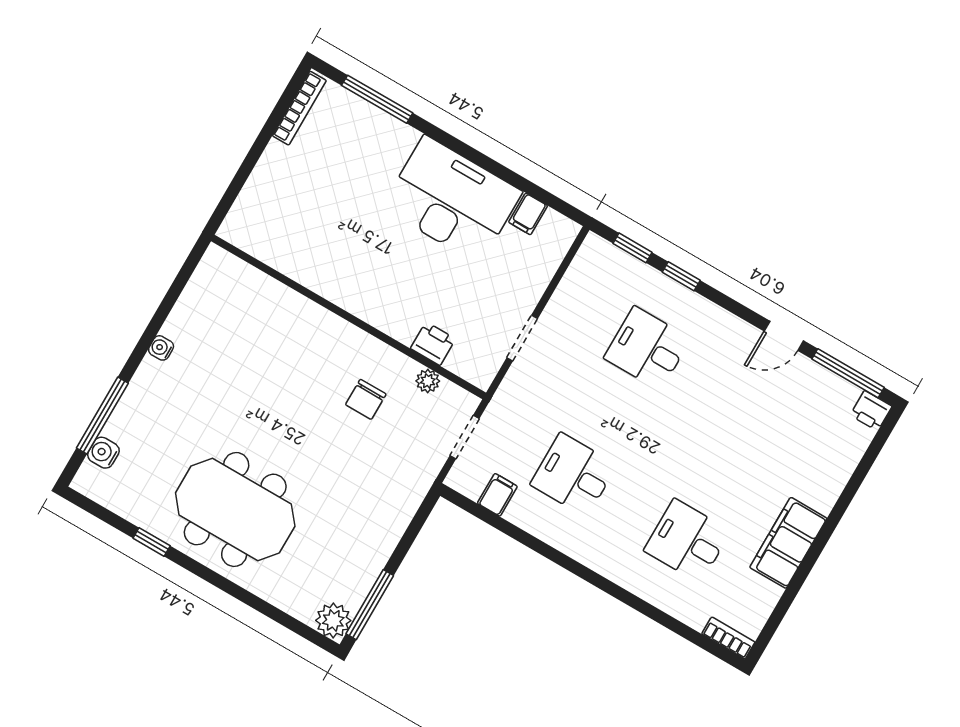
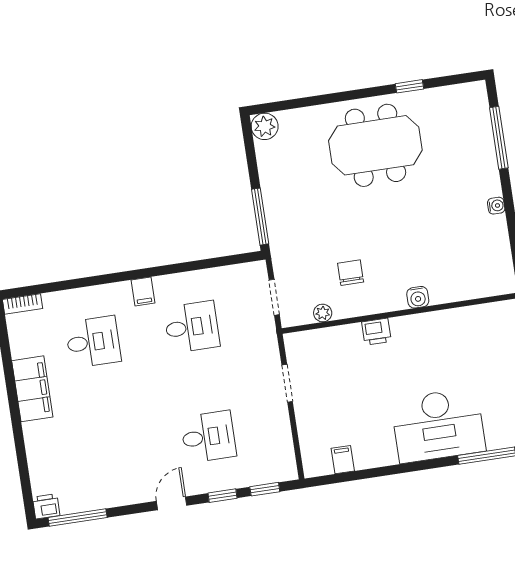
desk: (452, 200) -> (438, 425), moved
door: (784, 336) -> (172, 503), moved
printer: (433, 344) -> (376, 332), moved
water cooler: (103, 453) -> (418, 297), moved, turned 90
filing cabinet: (497, 495) -> (143, 291), moved
window: (370, 605) -> (260, 217), moved

